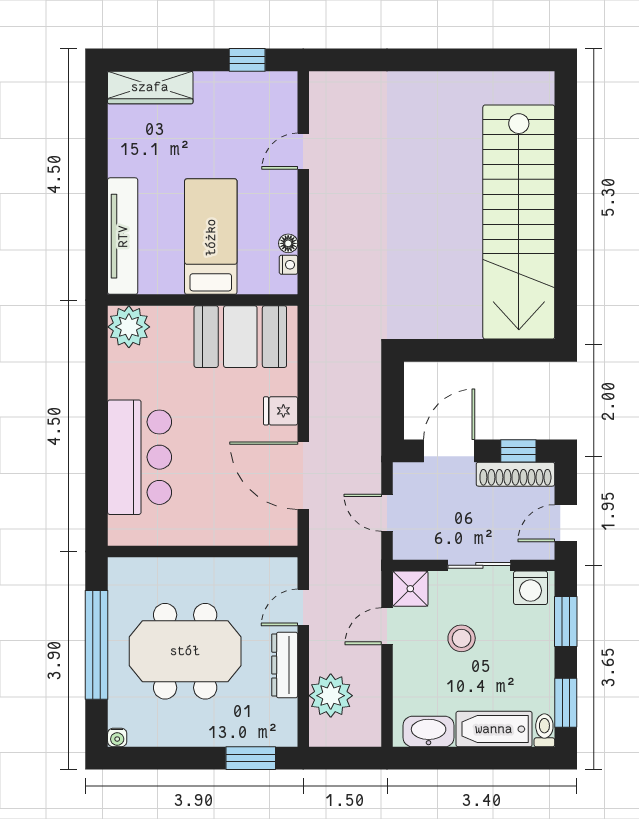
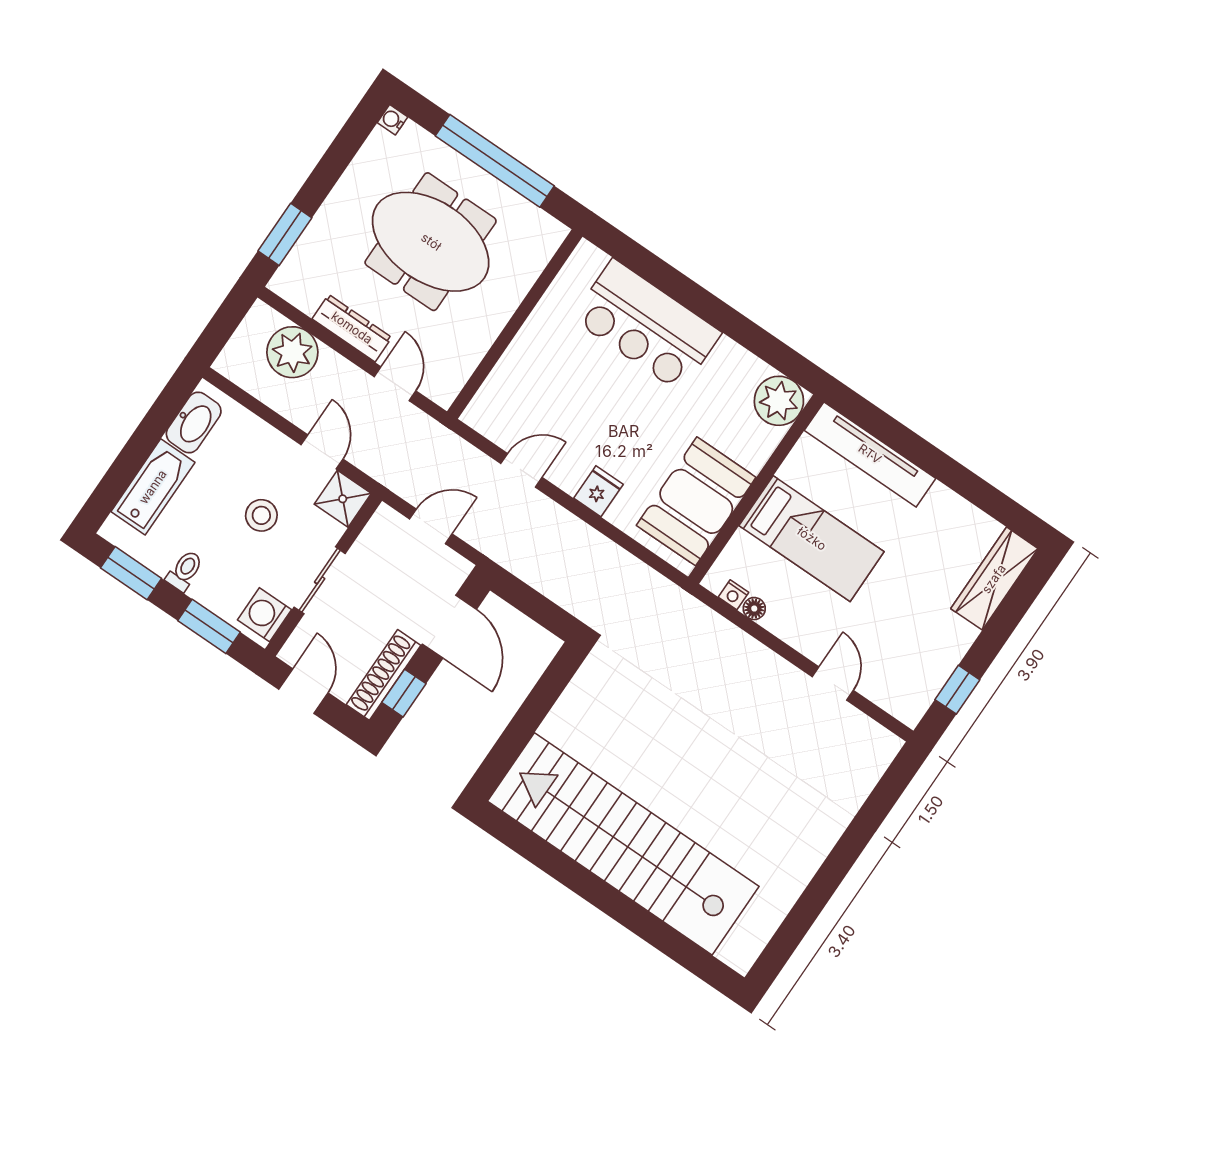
door: (303, 476) -> (521, 470), width x0.53
meeting table: (185, 651) -> (431, 242), turned 90
toilet: (544, 730) -> (185, 571), moved, turned -90

